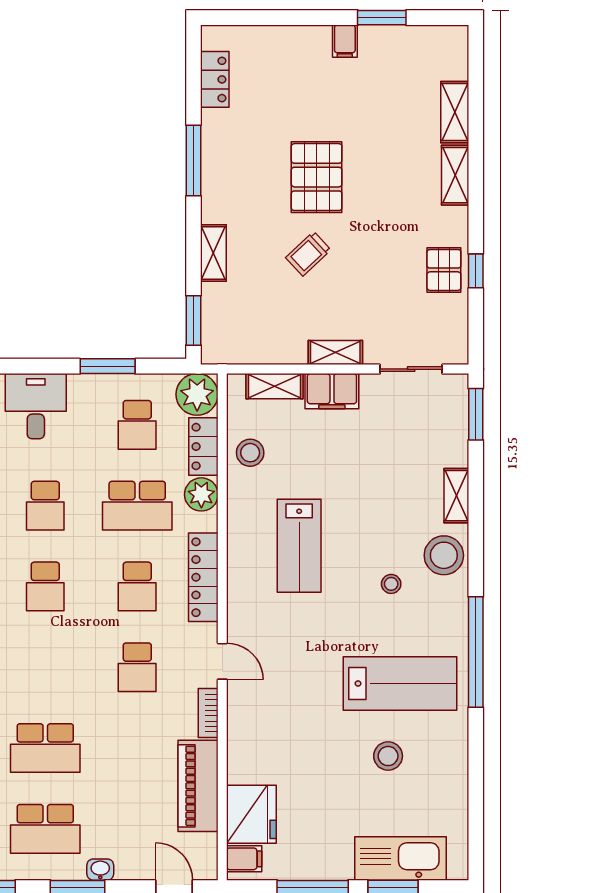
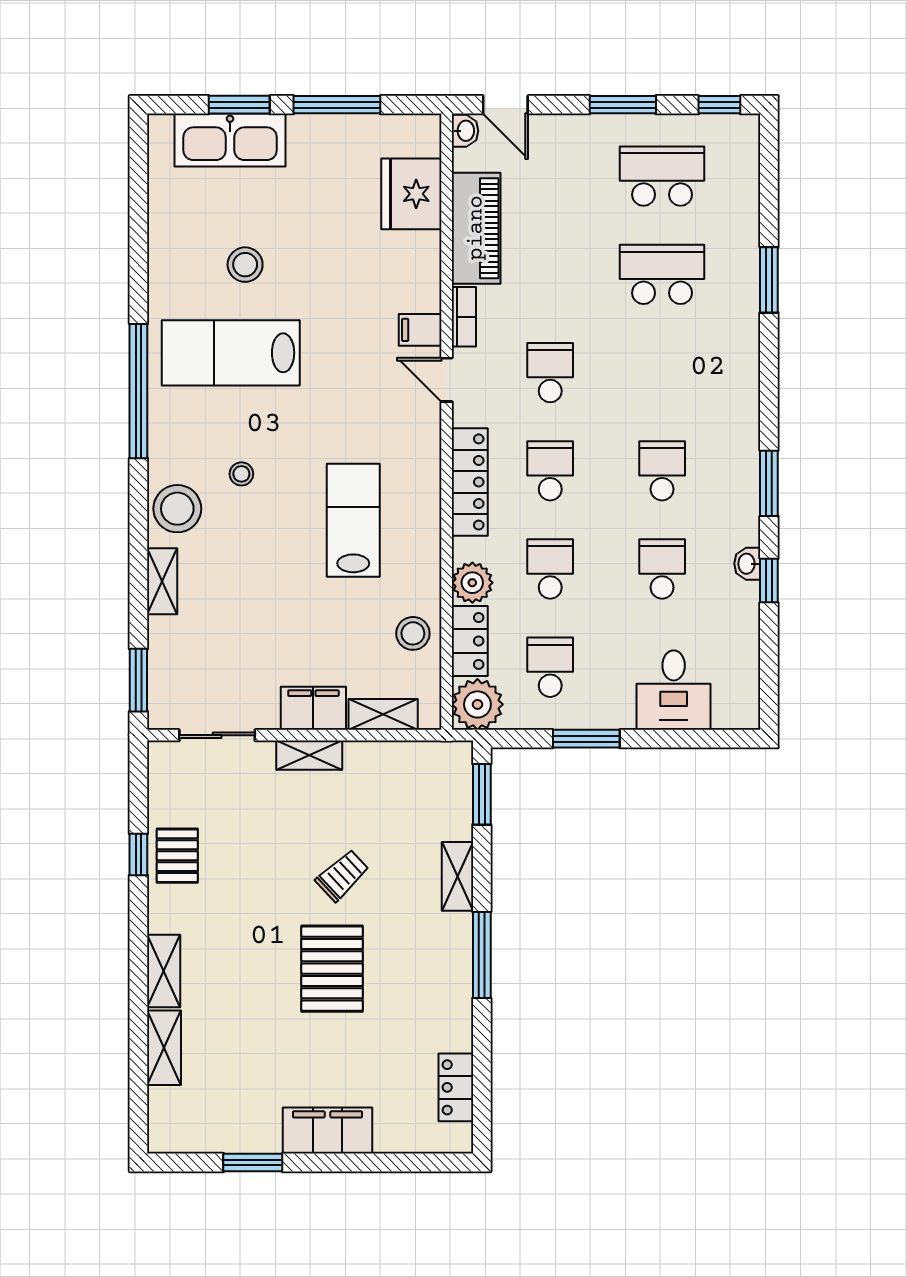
filing cabinet: (345, 41) -> (327, 1131), width x3.00, depth x1.17
window: (193, 160) -> (482, 955), moved
school desk: (137, 506) -> (550, 569), width x0.54
filing cabinet: (244, 859) -> (420, 330), moved
washbasin: (100, 870) -> (465, 131), moved, turned -90

